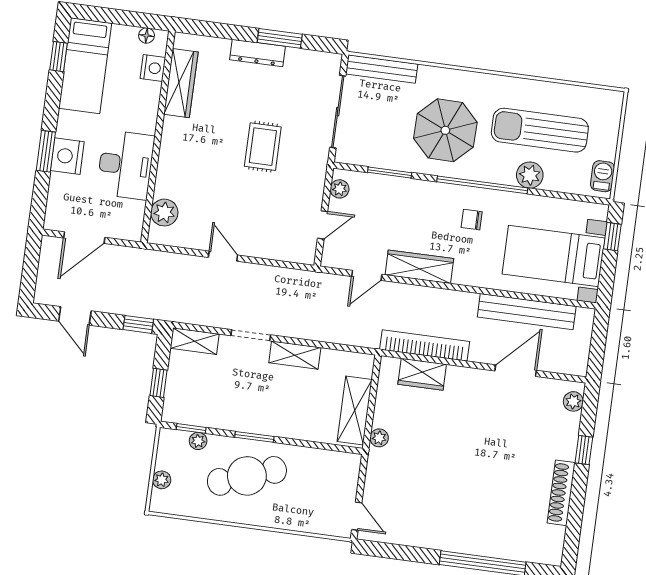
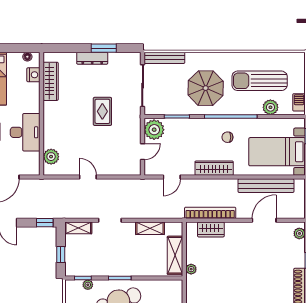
plant: (530, 175) -> (270, 107), moved
plant: (340, 189) -> (154, 130), width x1.88, depth x1.88
wardrobe: (419, 267) -> (214, 168), moved
shelving: (295, 355) -> (150, 228), moved

